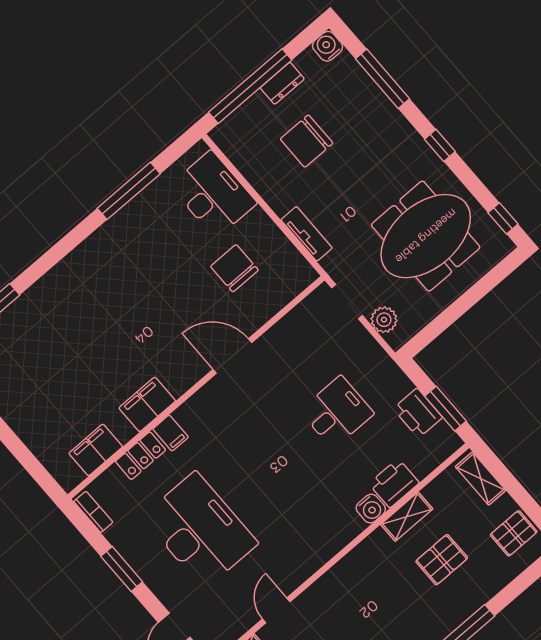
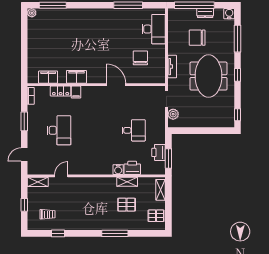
meeting table: (426, 236) -> (209, 76), moved, turned 90
desk: (200, 530) -> (59, 130), width x0.73, depth x0.77

